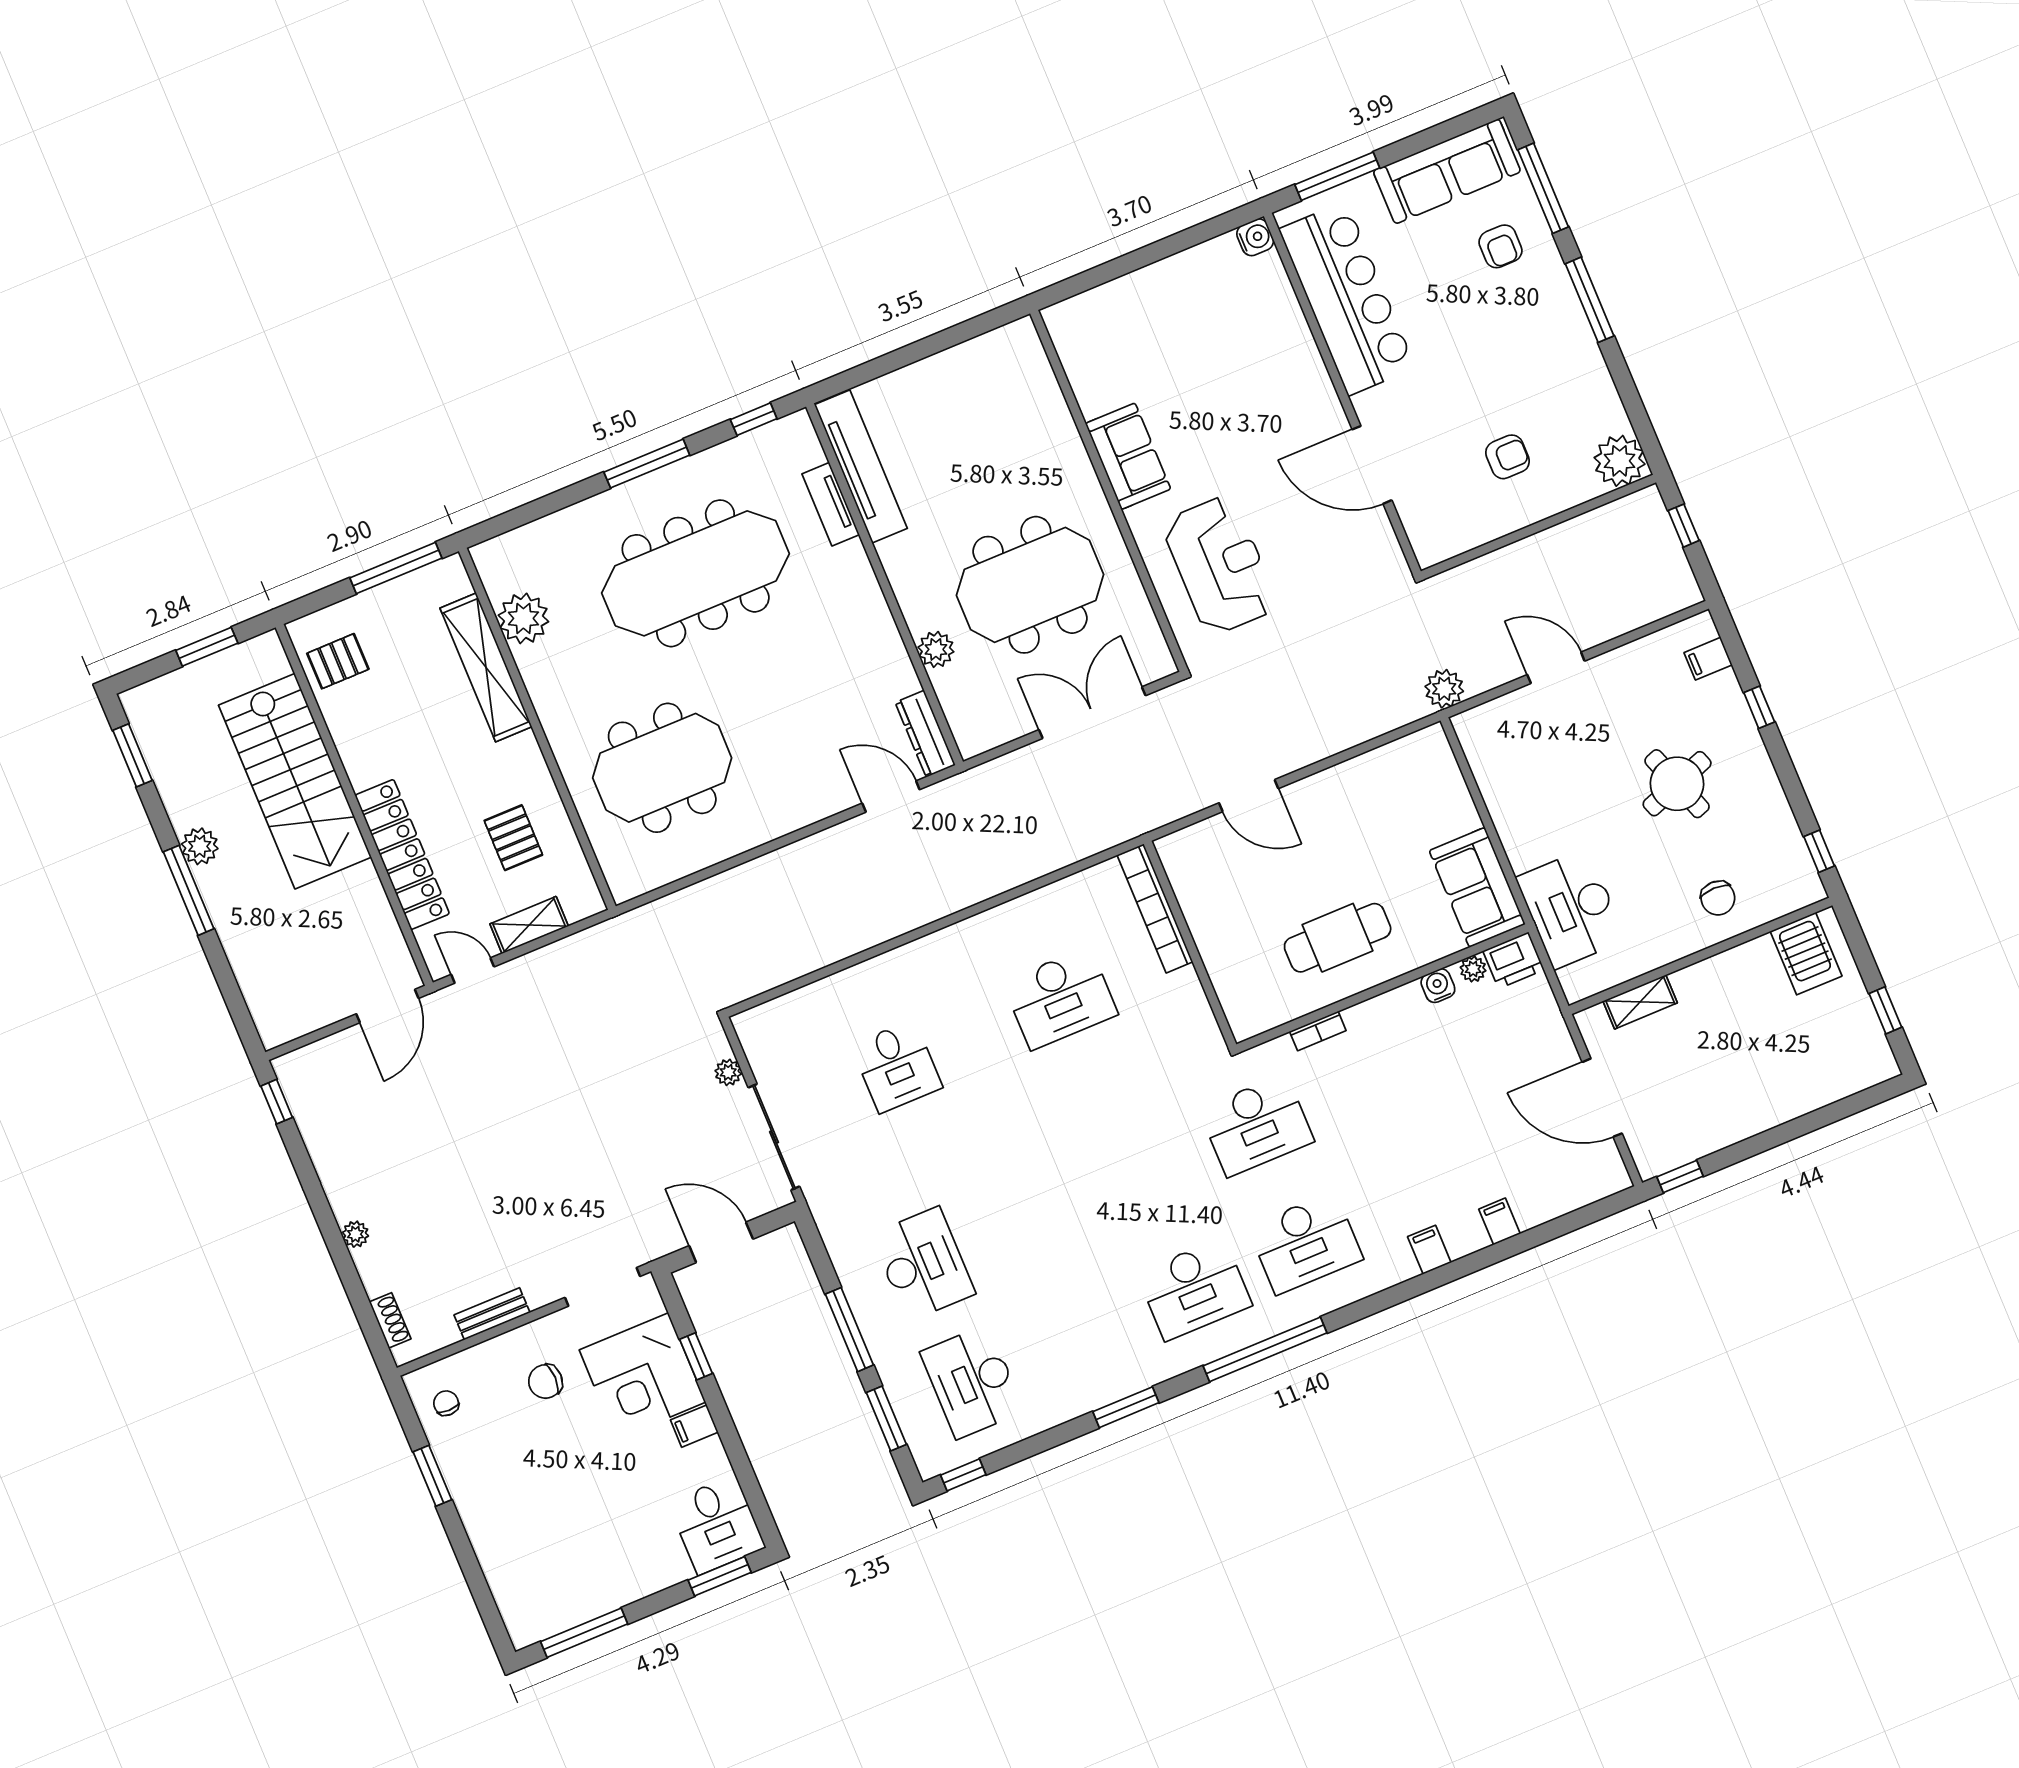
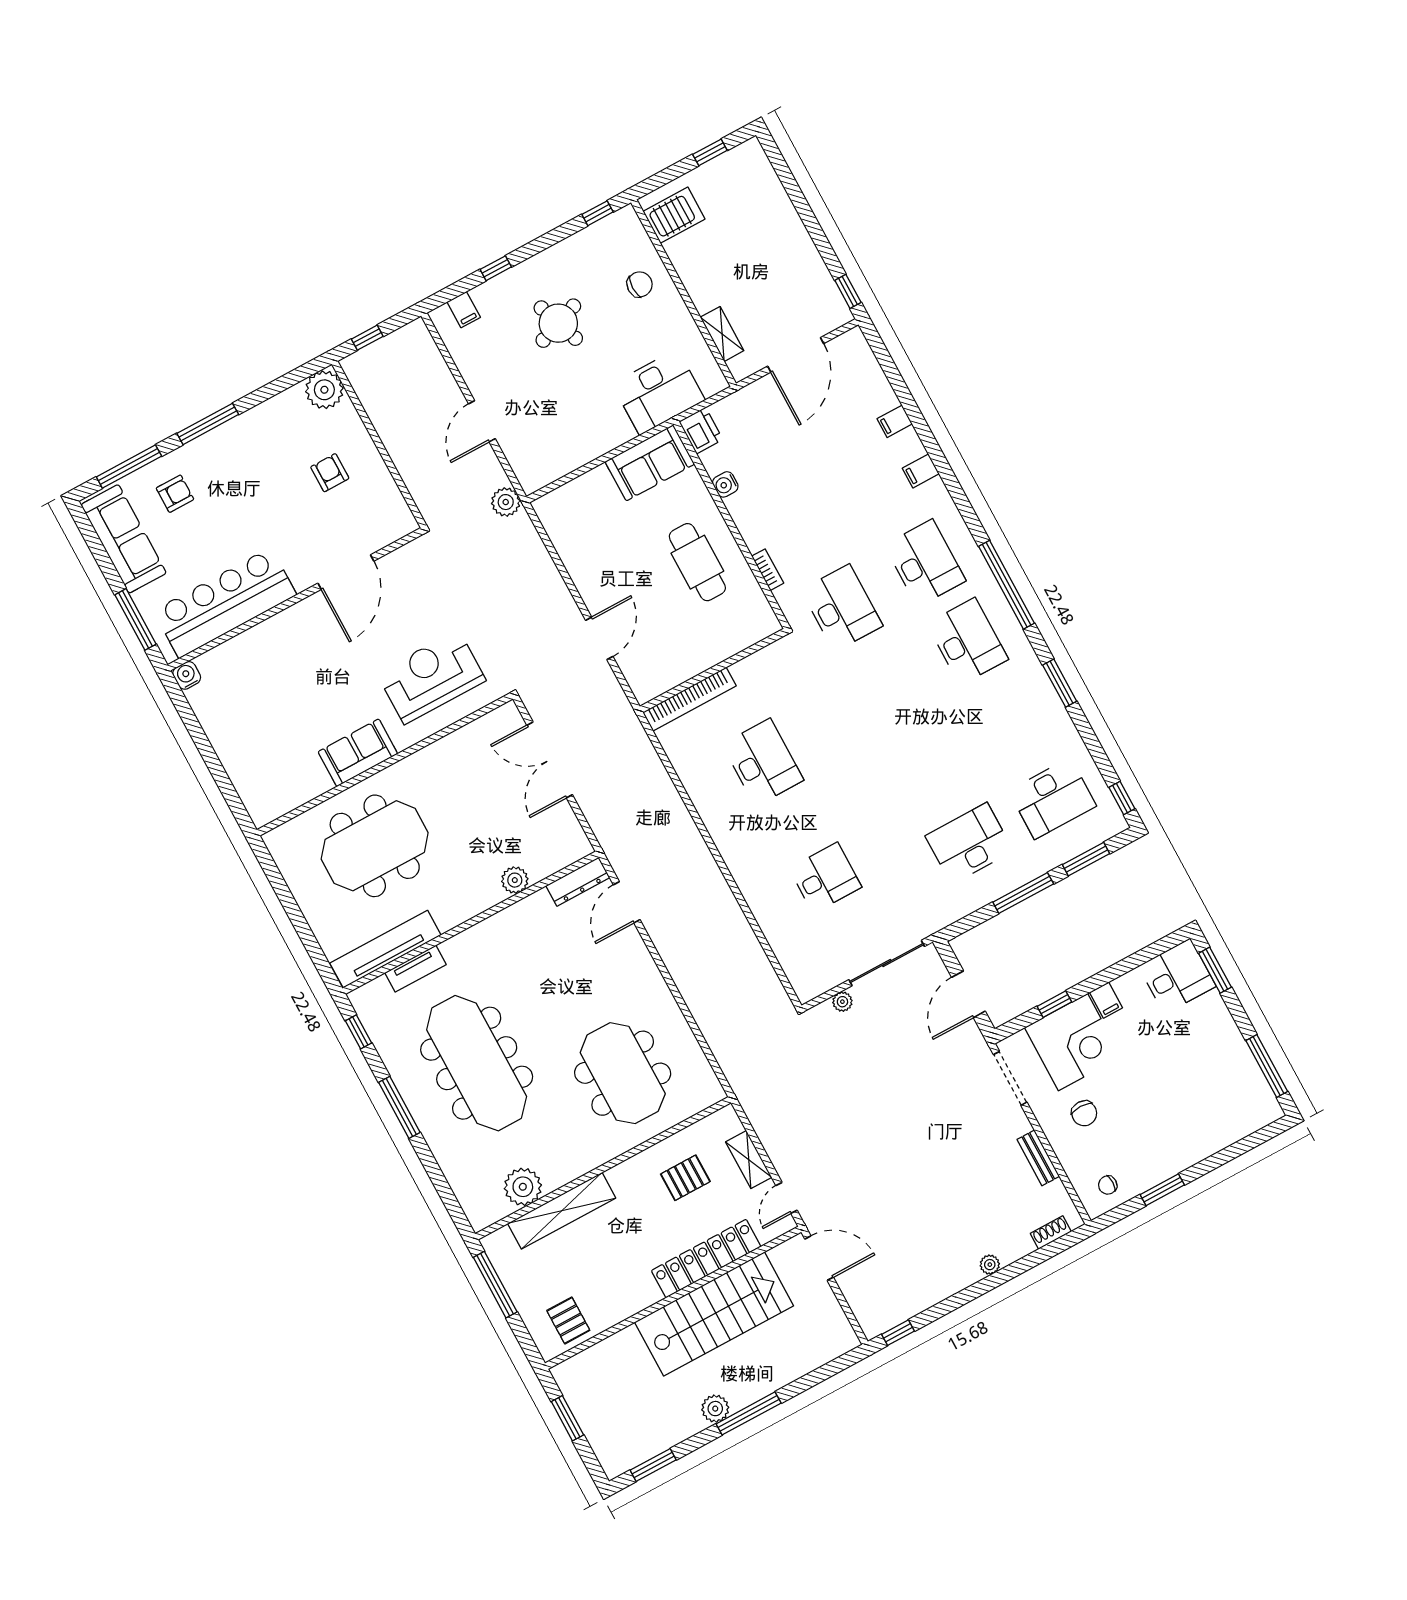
meeting table: (1030, 585) -> (375, 846), moved, turned 90
stairs: (295, 781) -> (714, 1314), moved
plant: (1473, 969) -> (710, 460), removed

